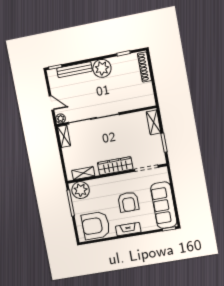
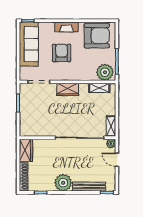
wardrobe: (147, 95) -> (26, 150), added
shelving: (154, 122) -> (24, 124), removed
wardrobe: (115, 166) -> (68, 89), width x0.67

